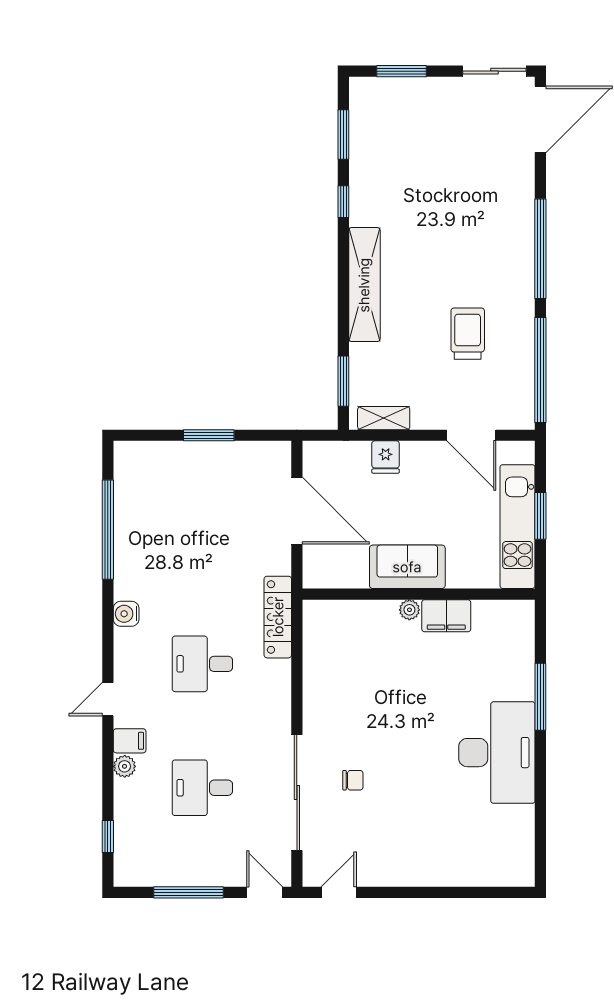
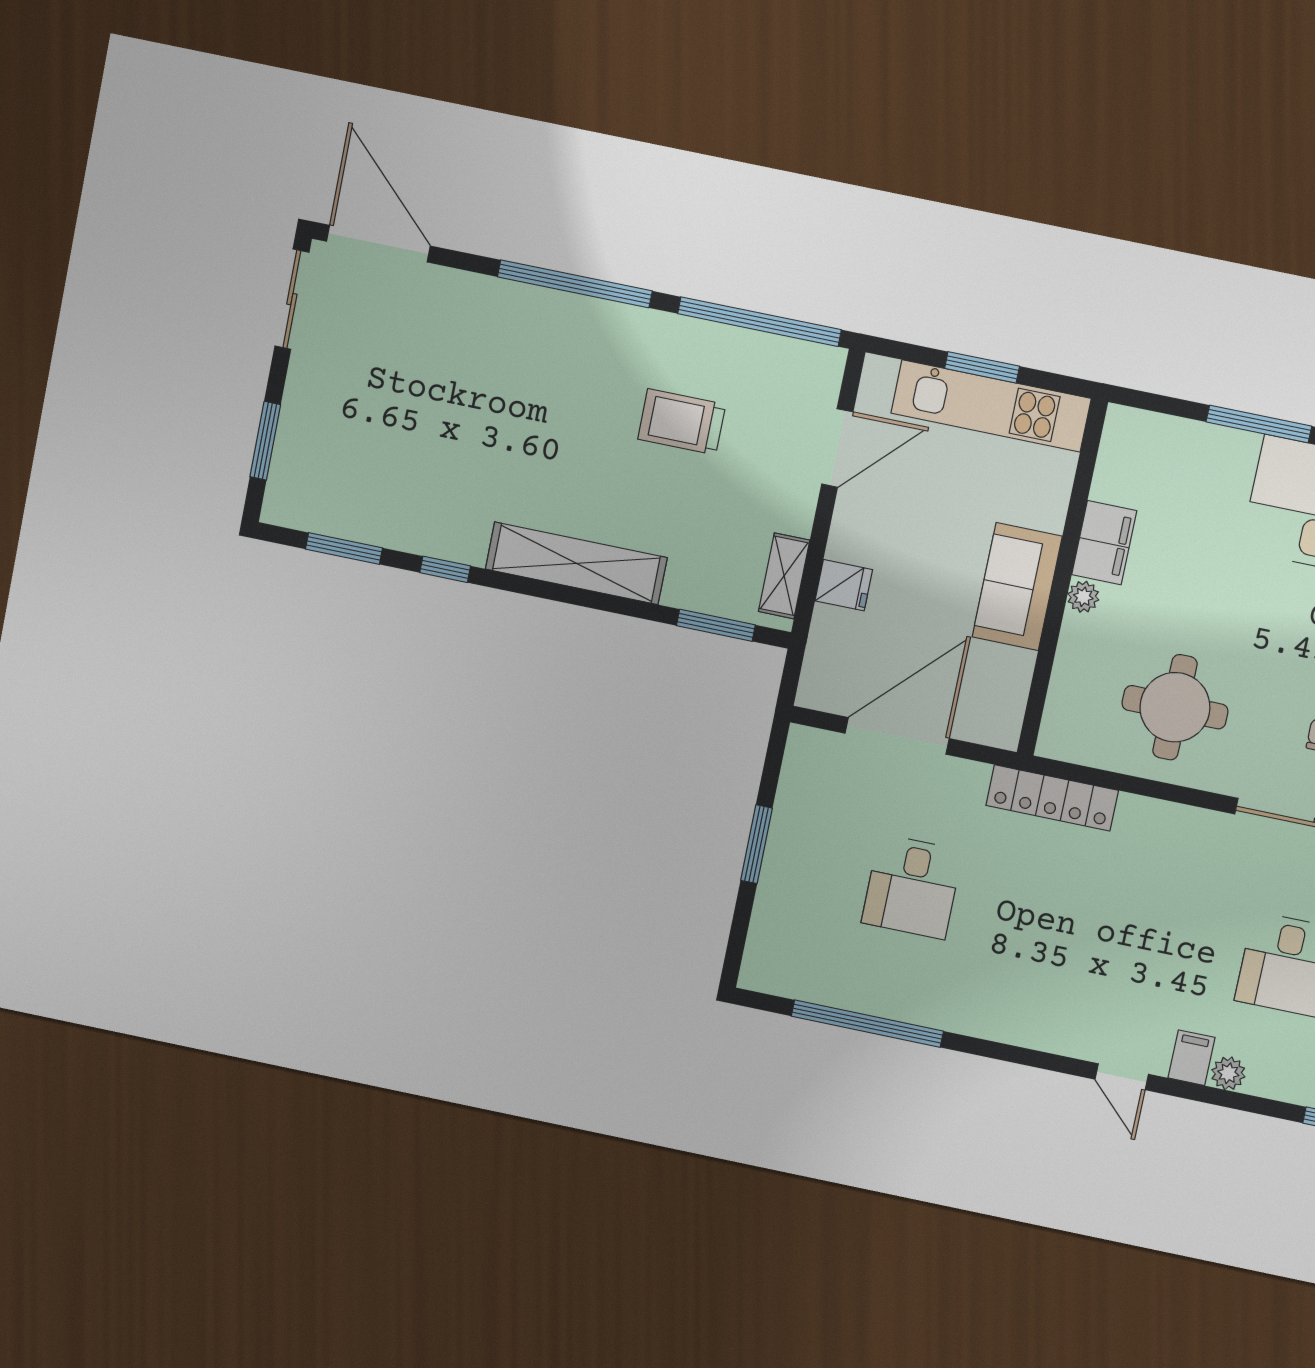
water cooler: (126, 614) -> (999, 1023), removed
desk: (202, 664) -> (912, 887), moved
round table: (352, 682) -> (1175, 707), added

